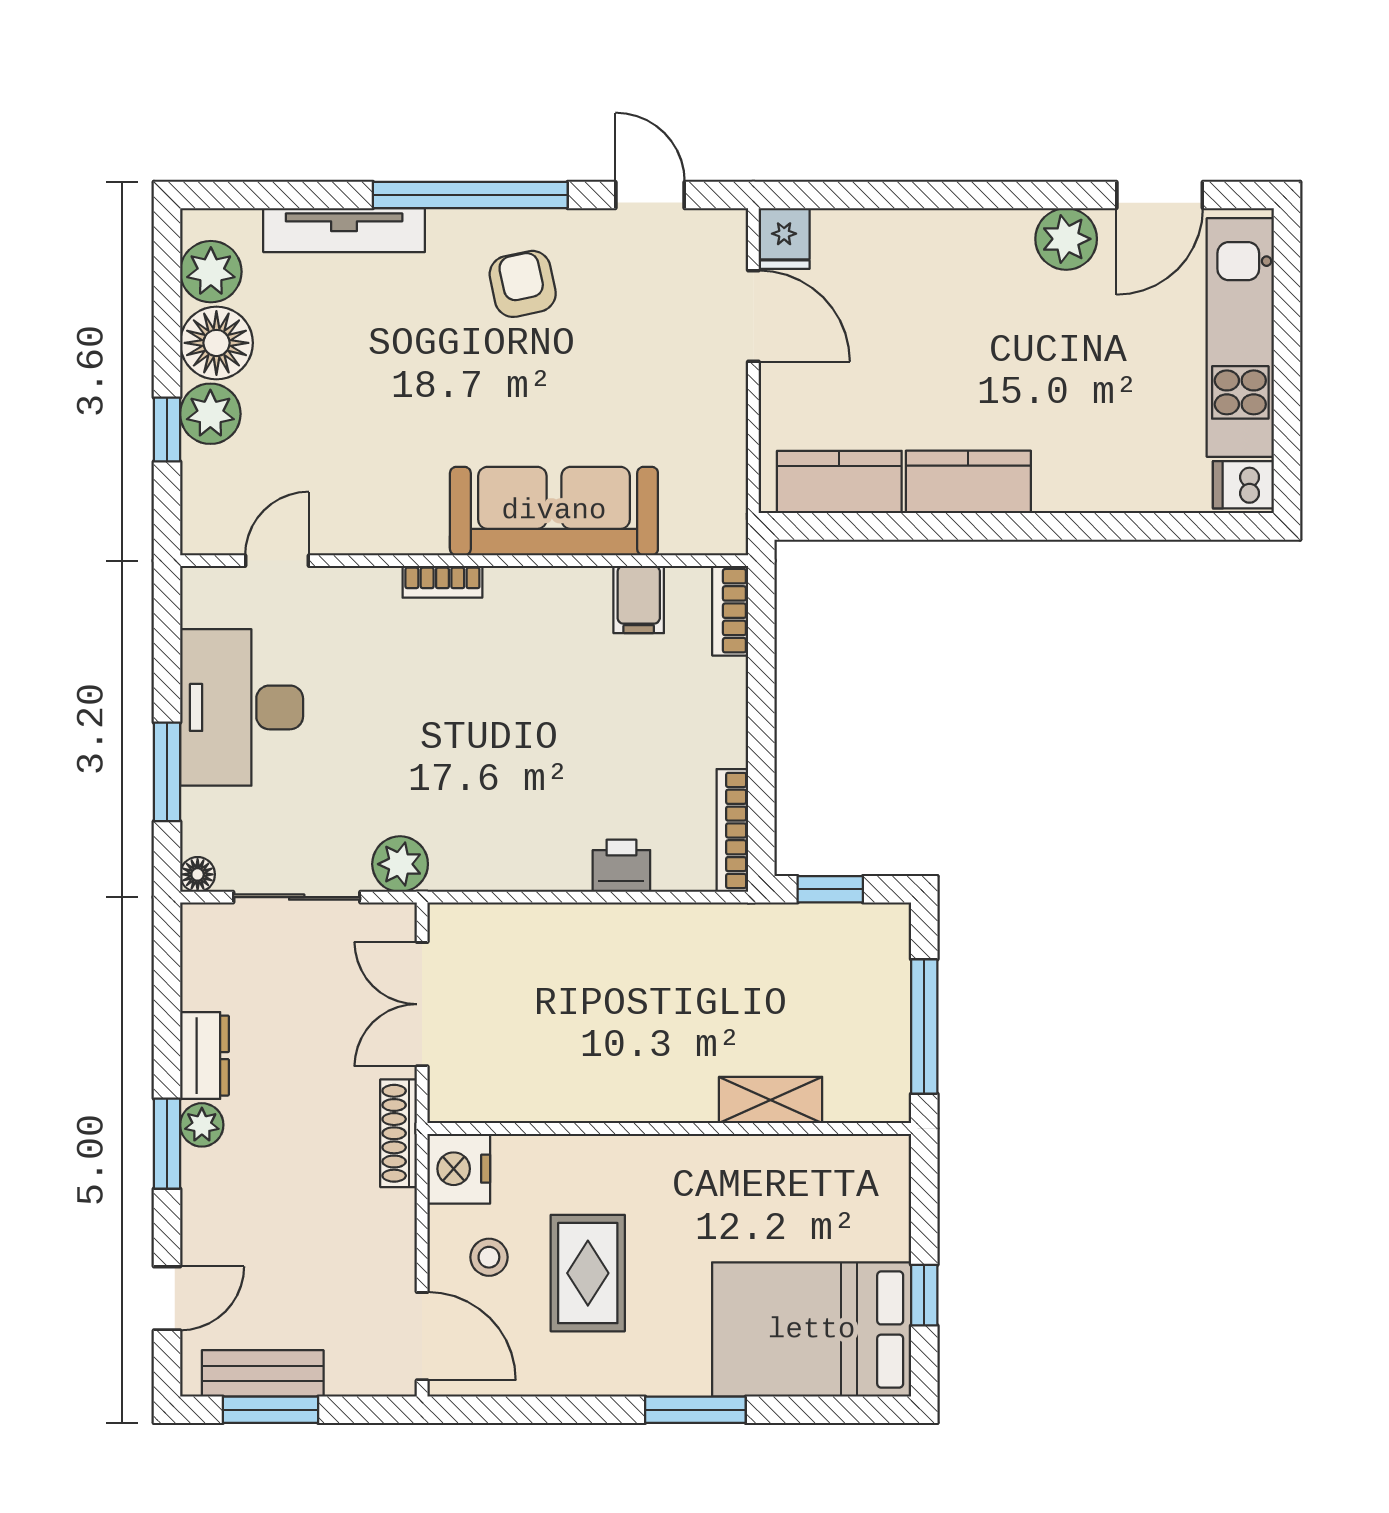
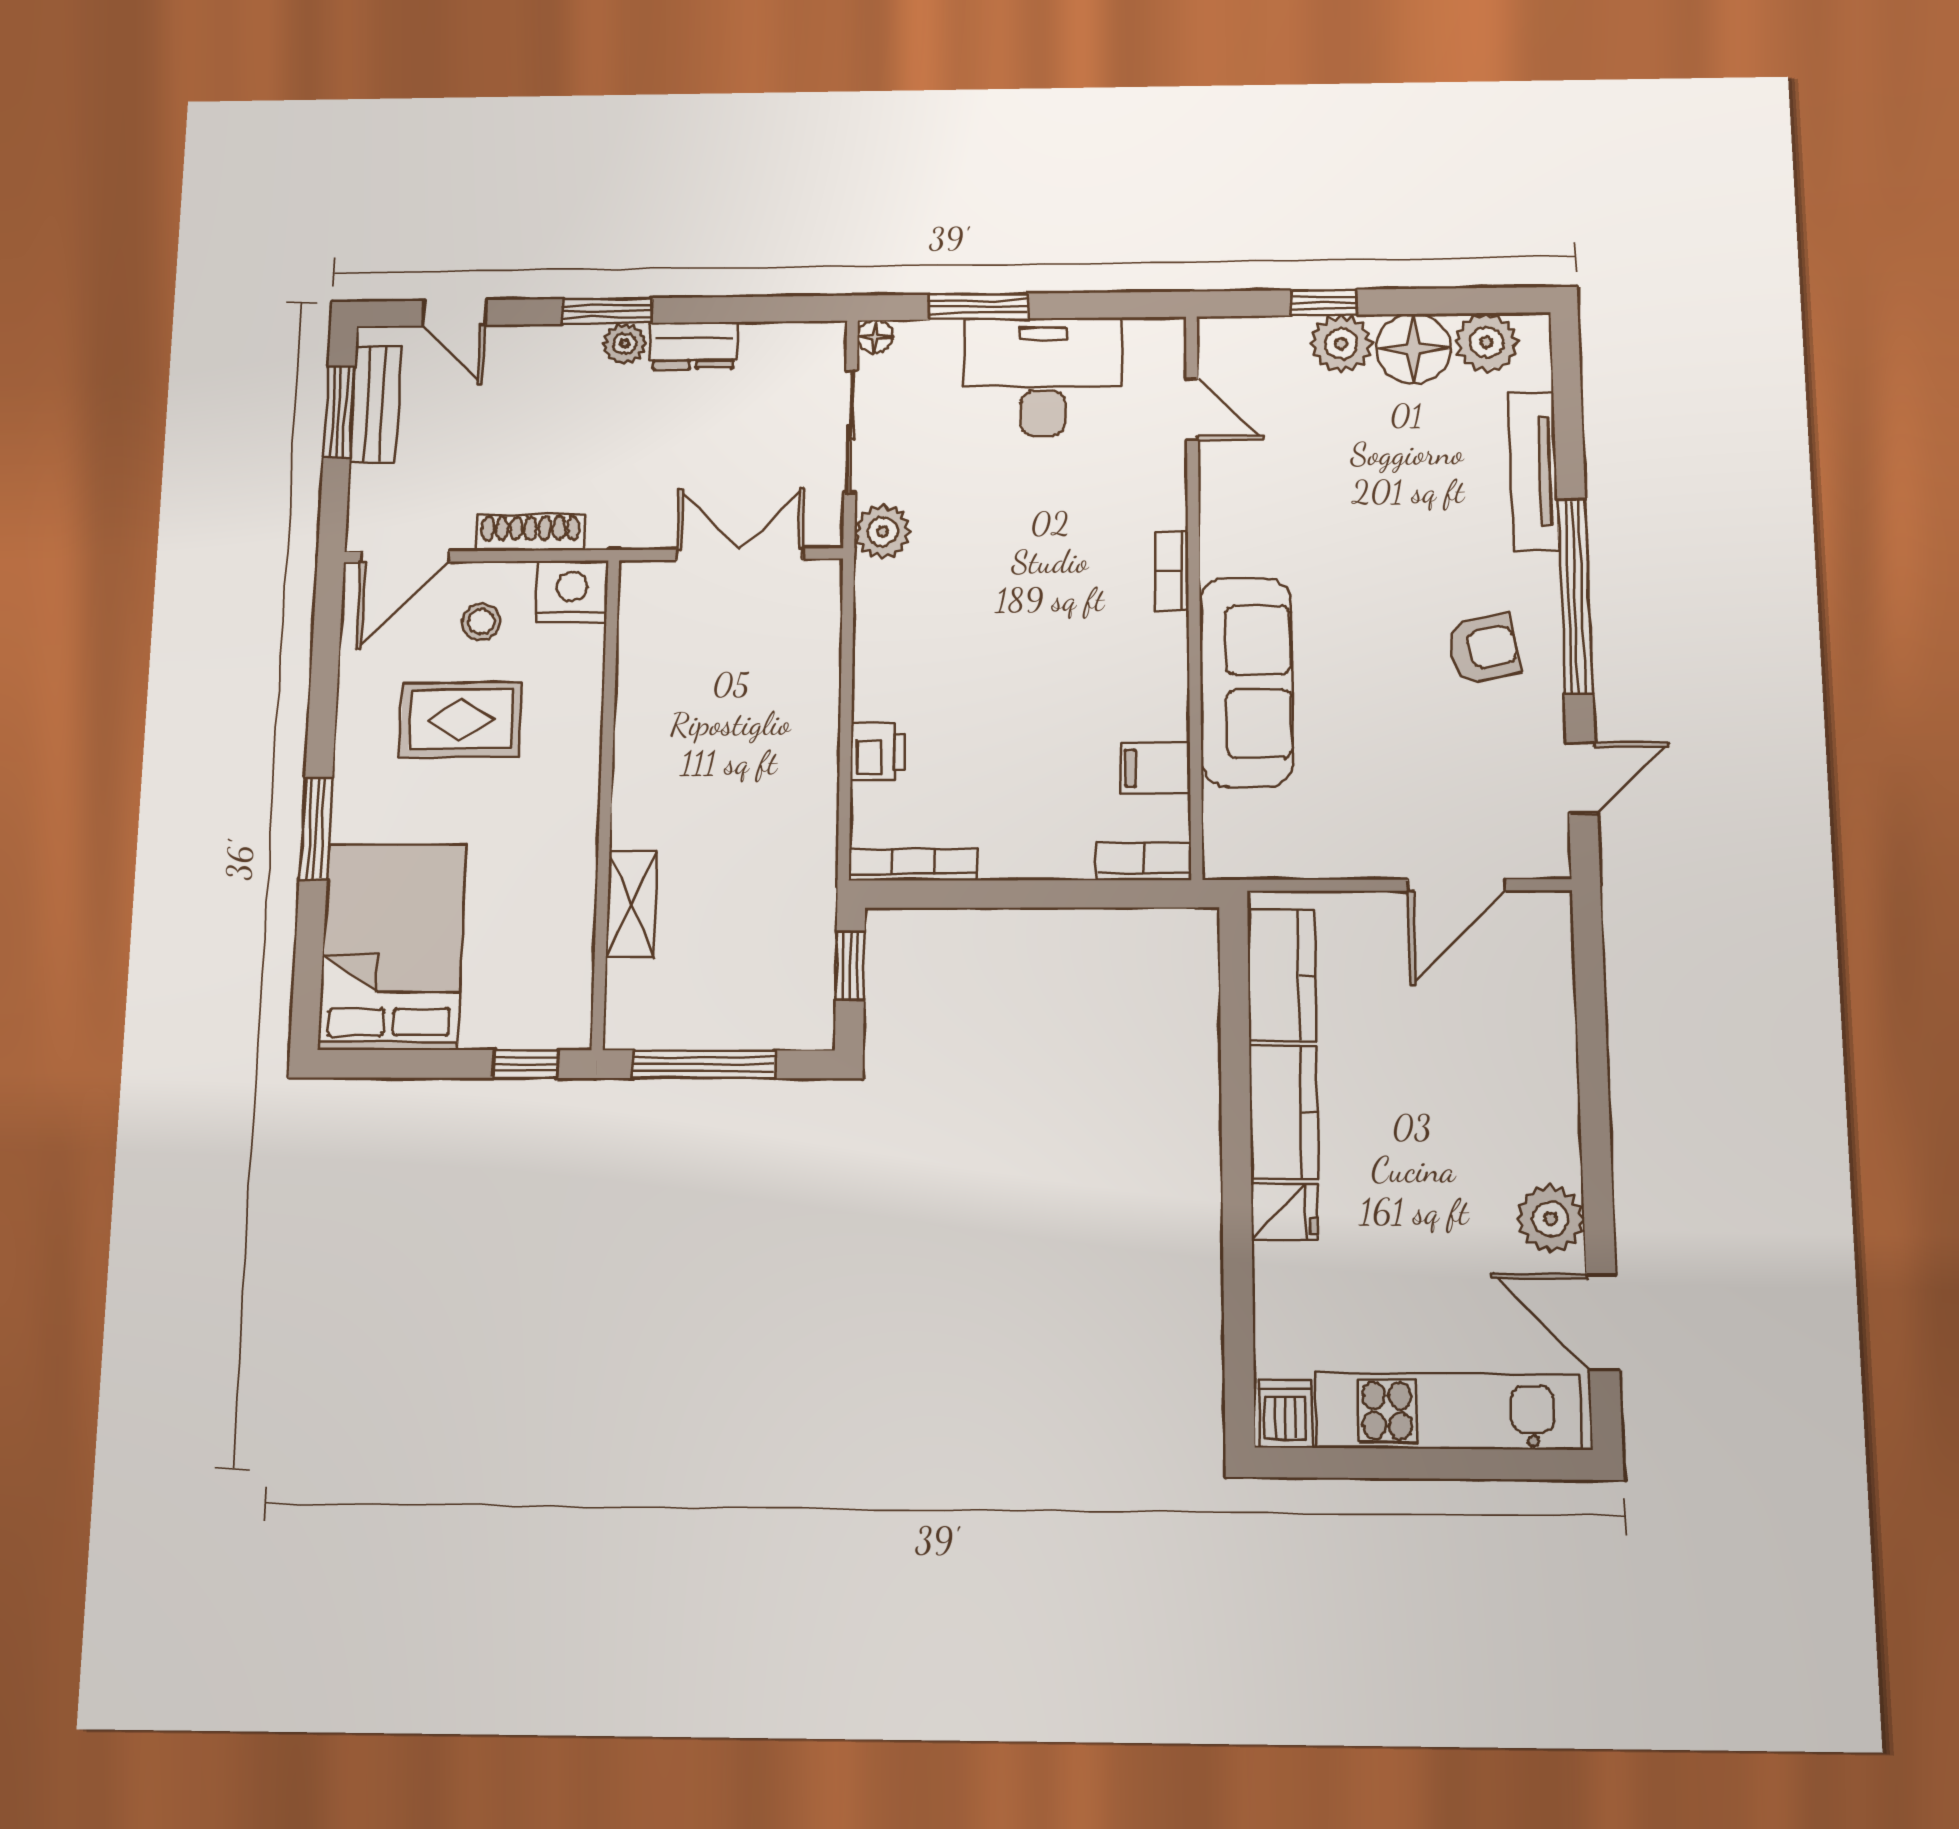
fridge: (784, 239) -> (1284, 1212), moved, turned 180
shoe rack: (398, 1133) -> (530, 533), moved
window: (924, 1295) -> (526, 1064), moved

